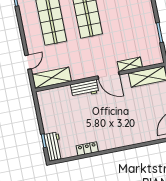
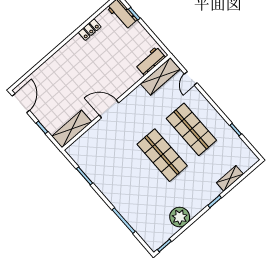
shelving: (130, 64) -> (95, 130), removed
workbench: (85, 89) -> (150, 61), moved

